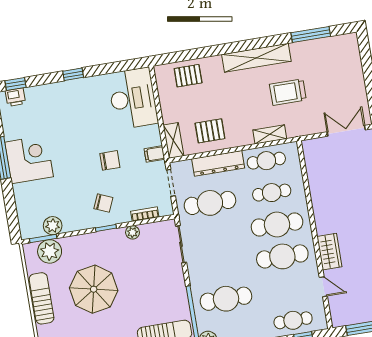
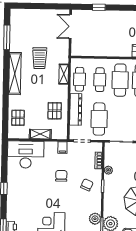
shelving: (173, 141) -> (40, 134), moved

